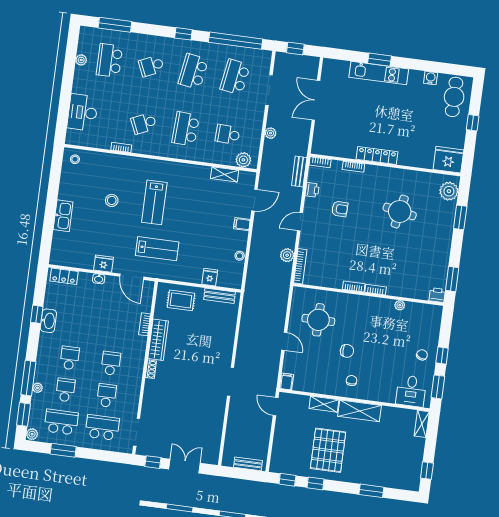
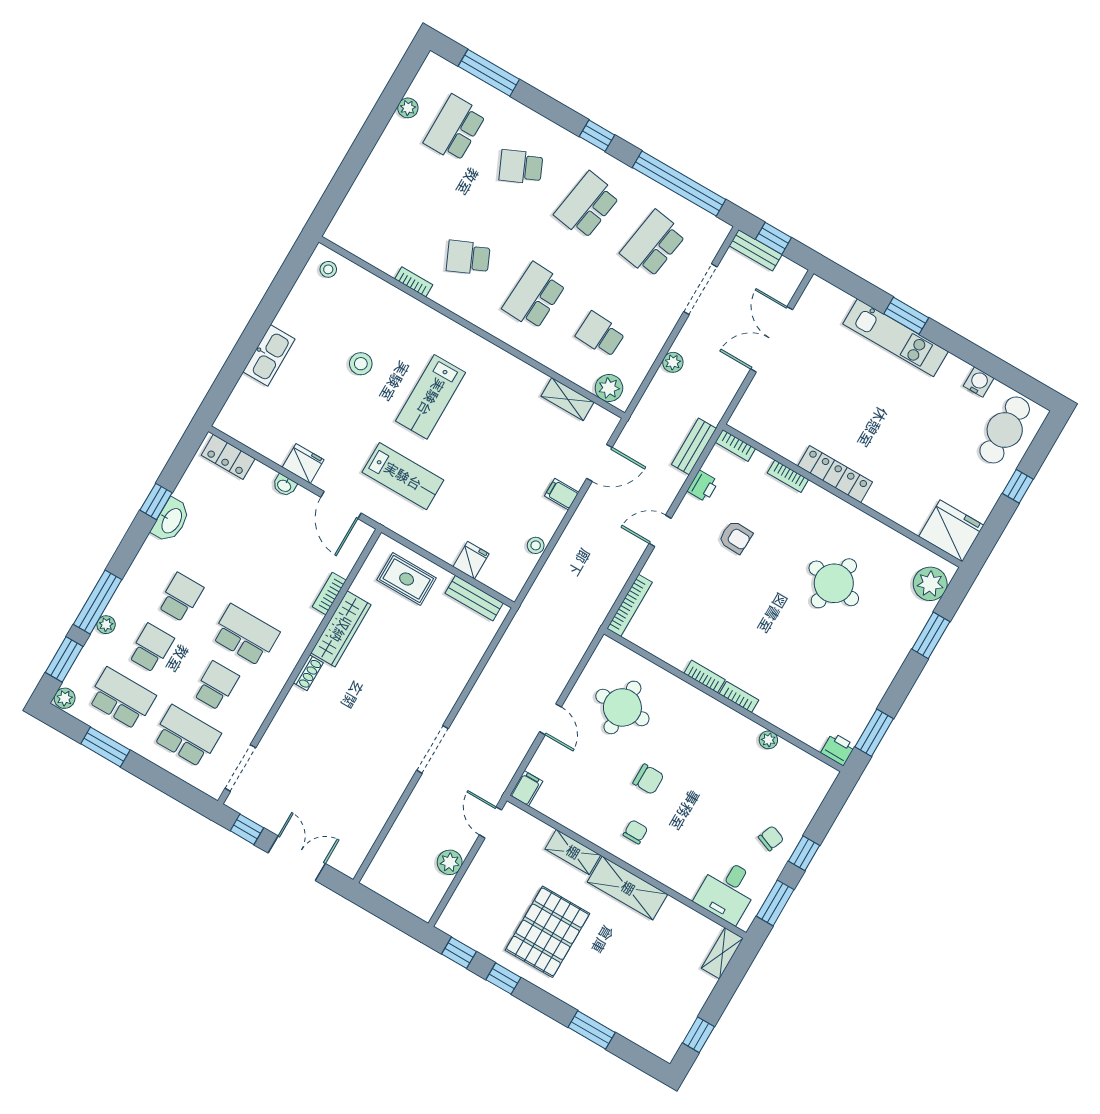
desk: (83, 112) -> (374, 196), removed
plant: (287, 255) -> (450, 862), moved
school desk: (111, 363) -> (245, 635), width x1.85
bench: (248, 464) -> (755, 250), moved

